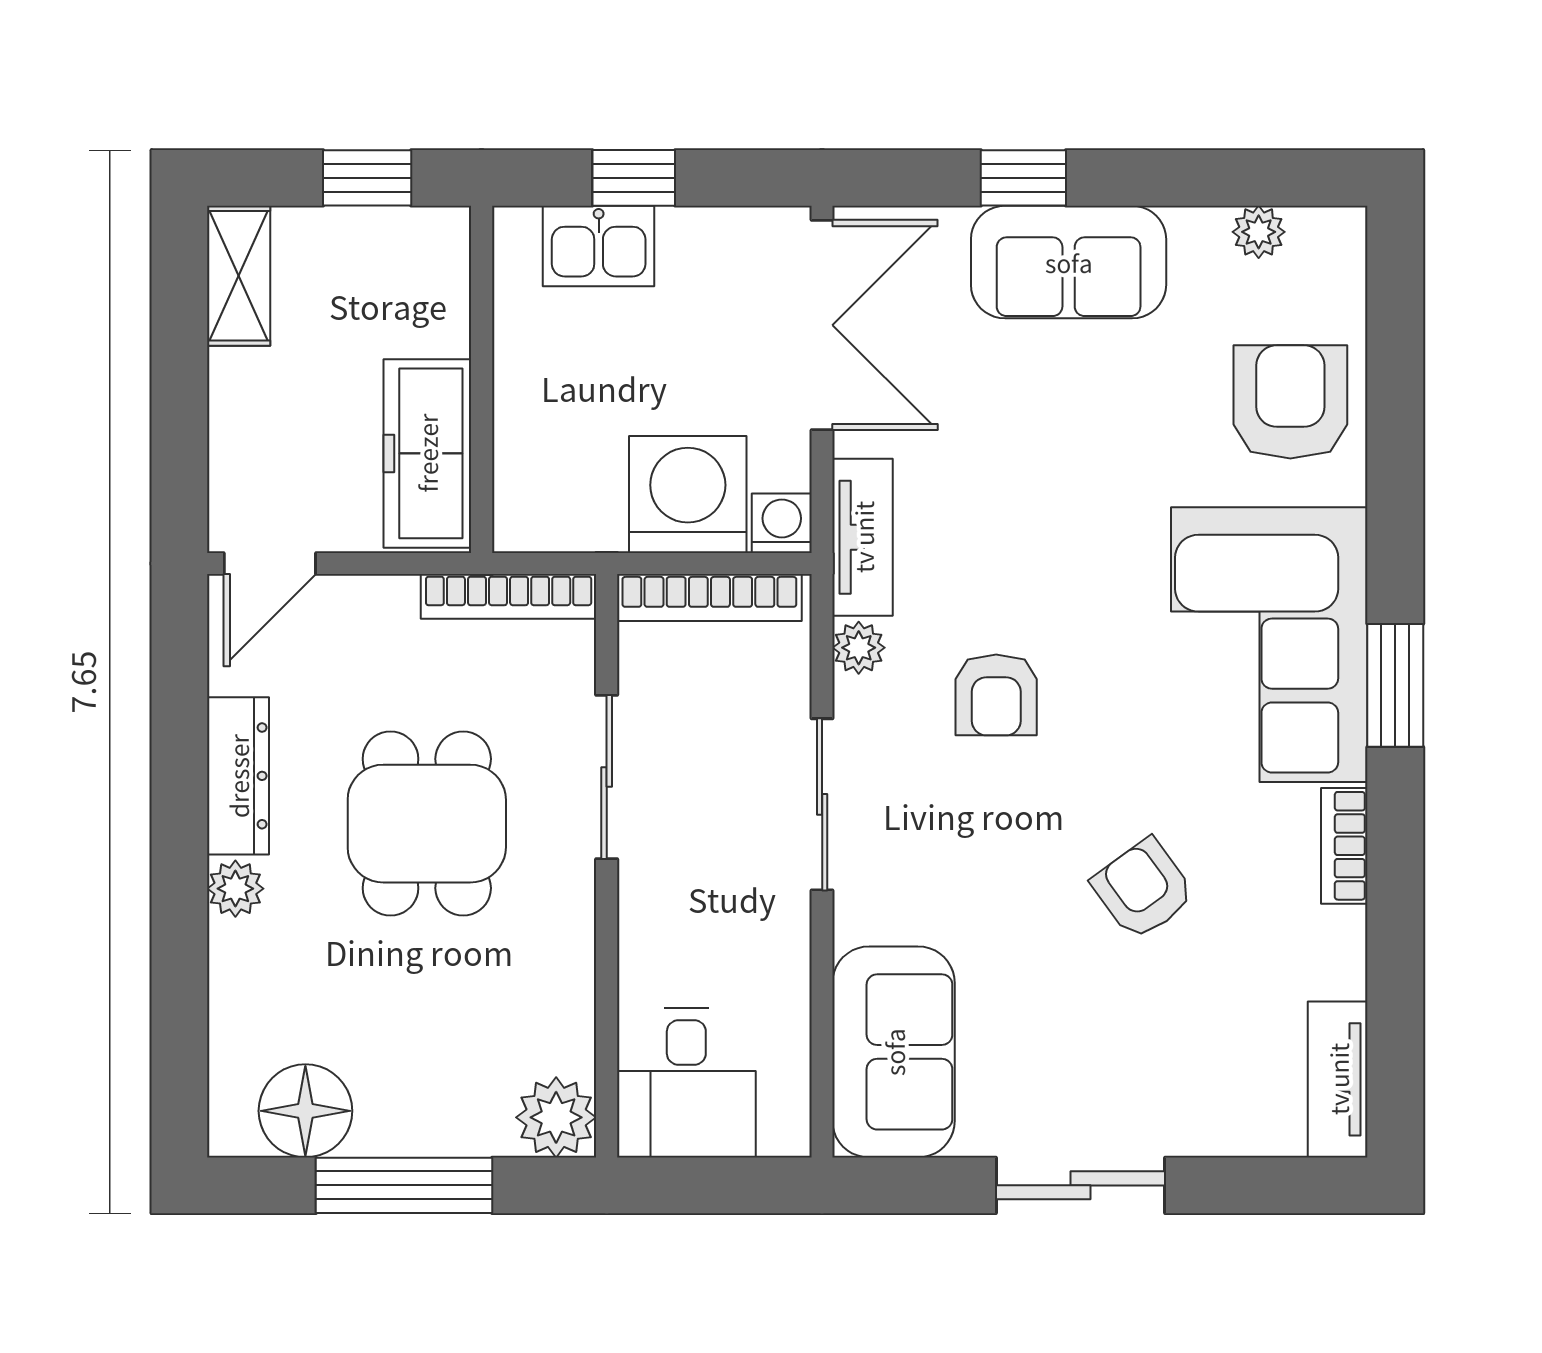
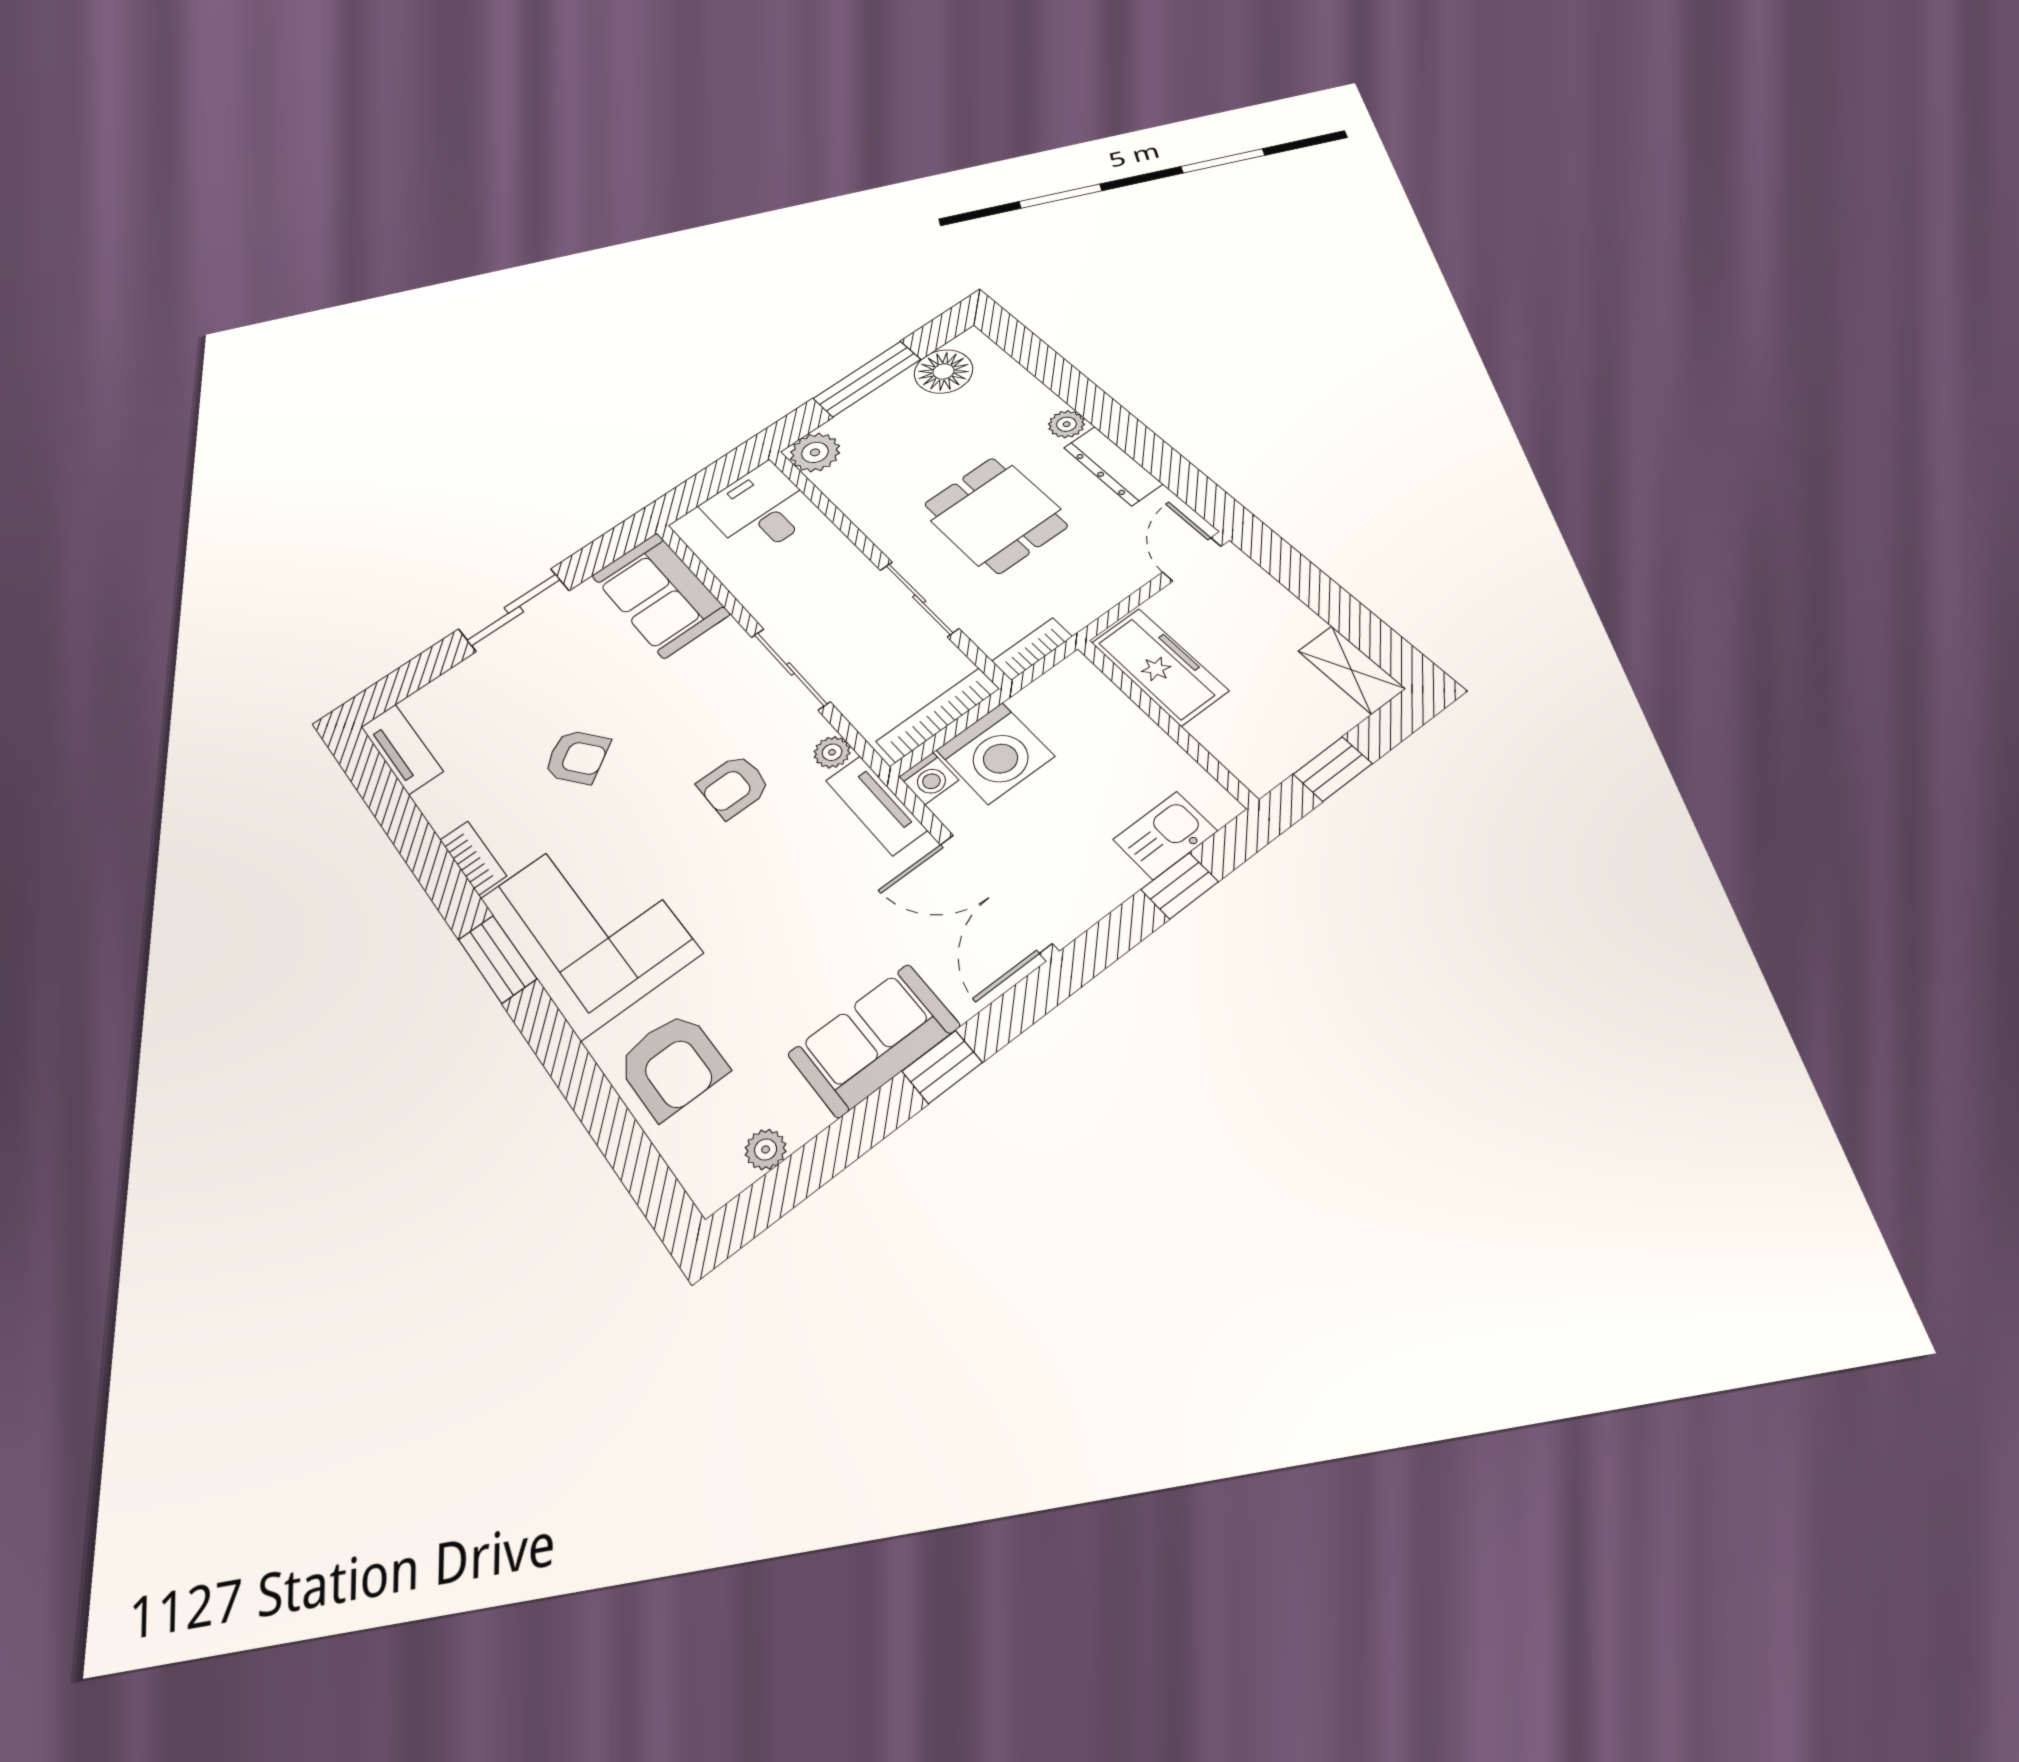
bookcase: (509, 596) -> (1032, 649), width x0.64
armchair: (996, 695) -> (734, 786), turned -90

